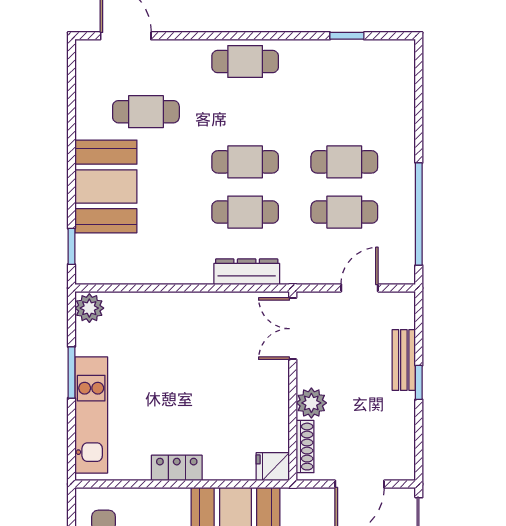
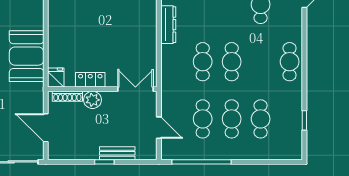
cafe table: (344, 112) -> (261, 119), added
dresser: (247, 272) -> (168, 25), moved
locker: (177, 468) -> (90, 80), moved, turned -90

